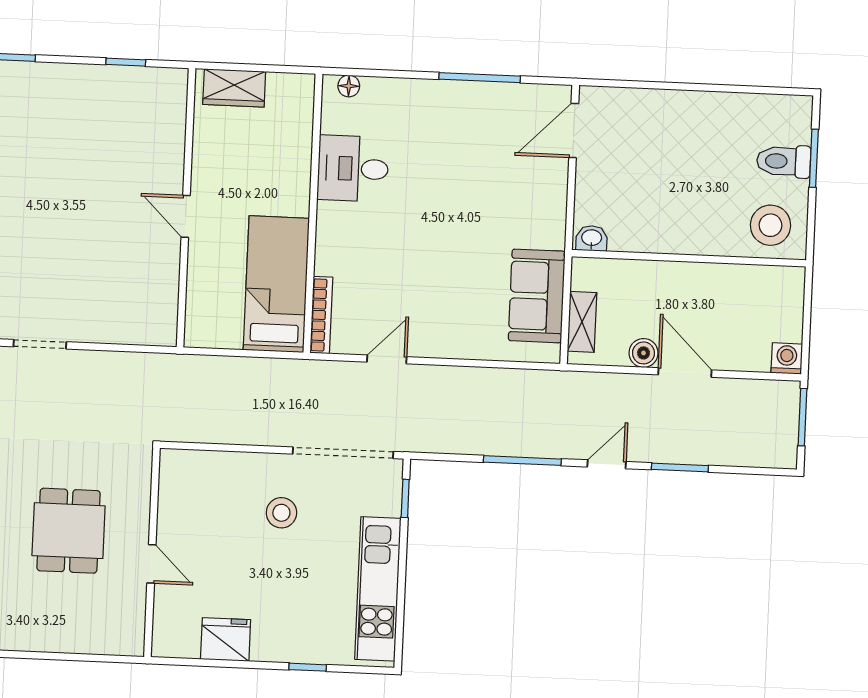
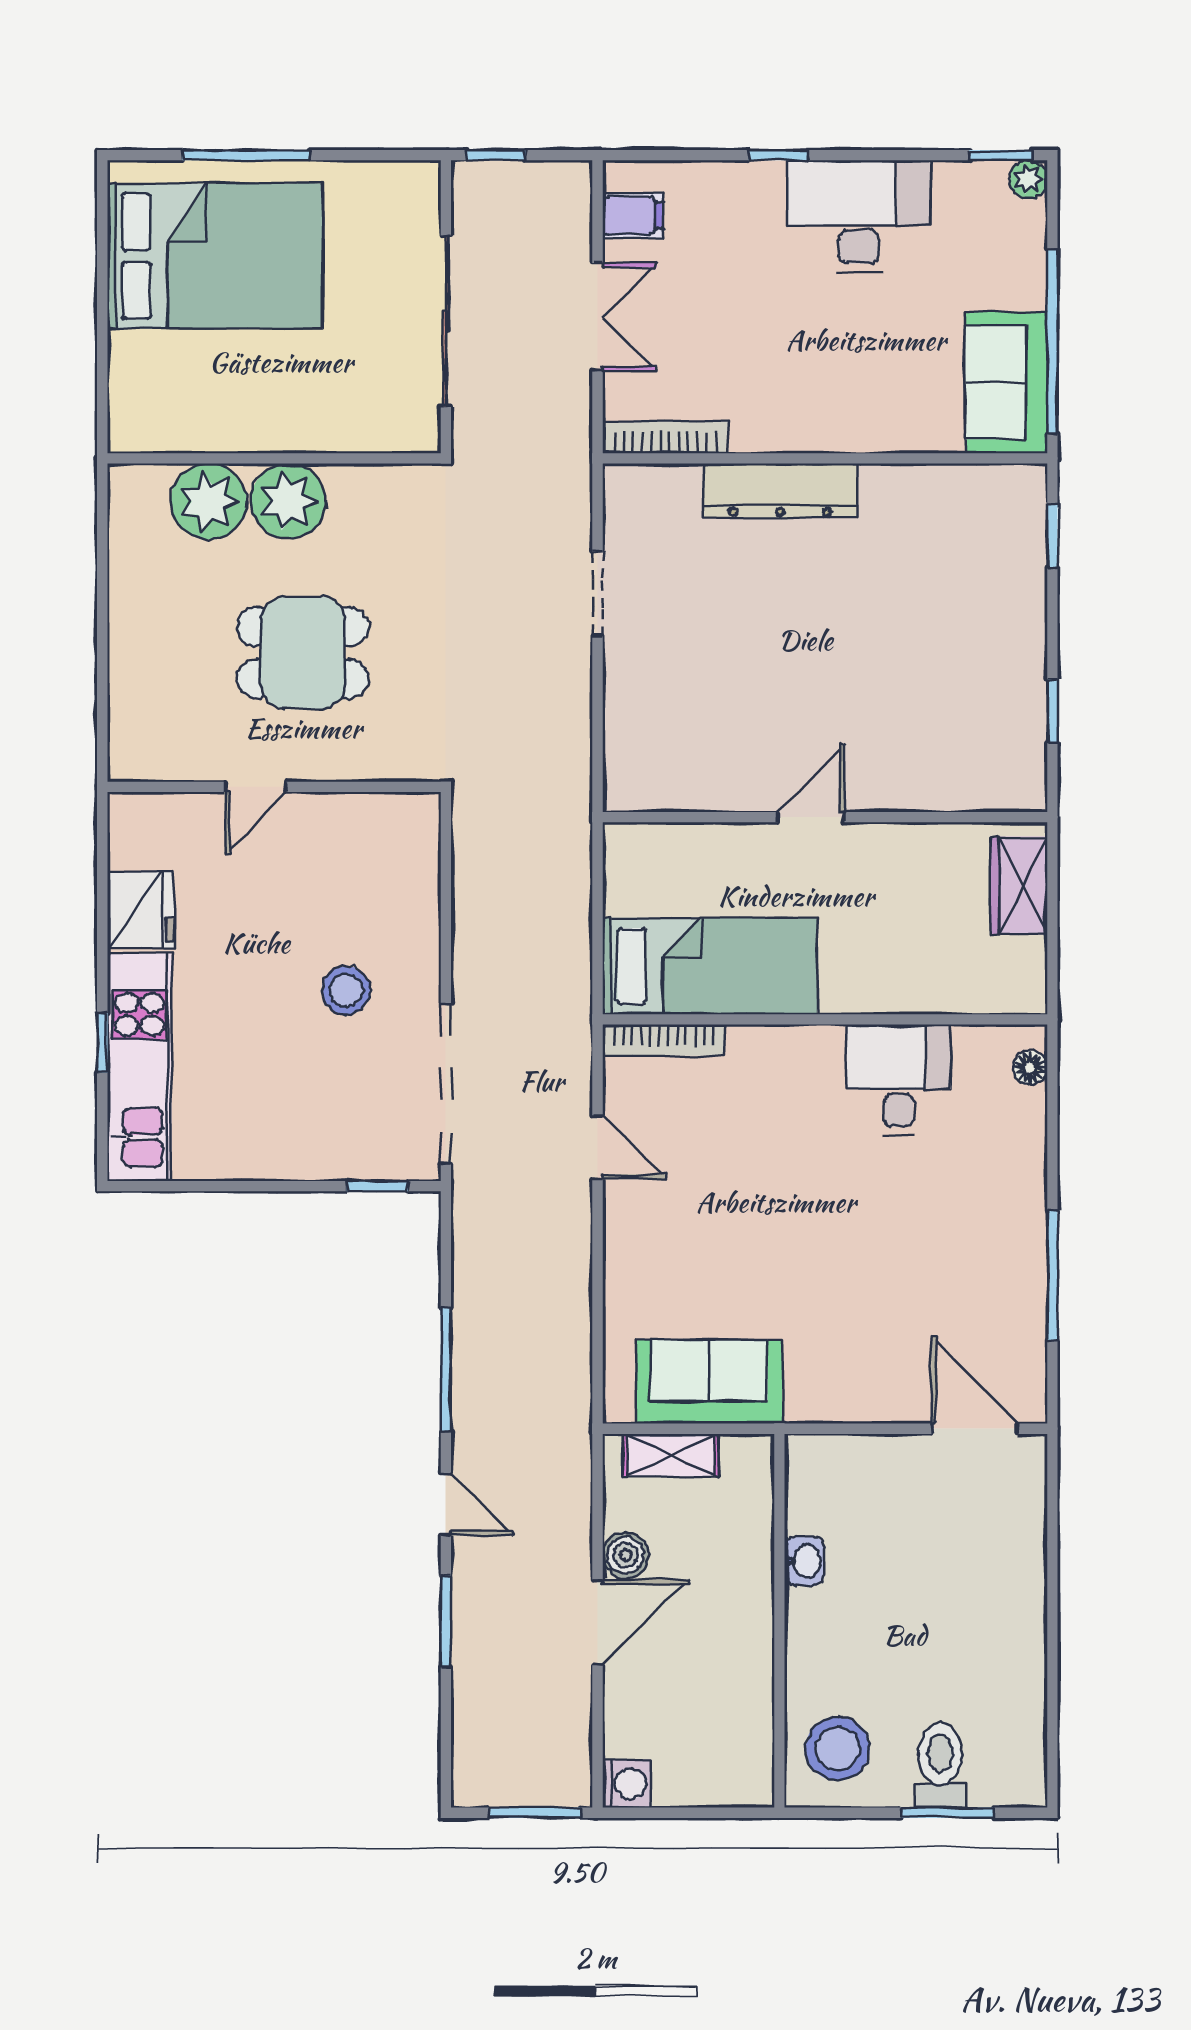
washbasin: (592, 238) -> (804, 1561), moved
kitchen unit: (378, 589) -> (139, 1067), moved, turned 90

